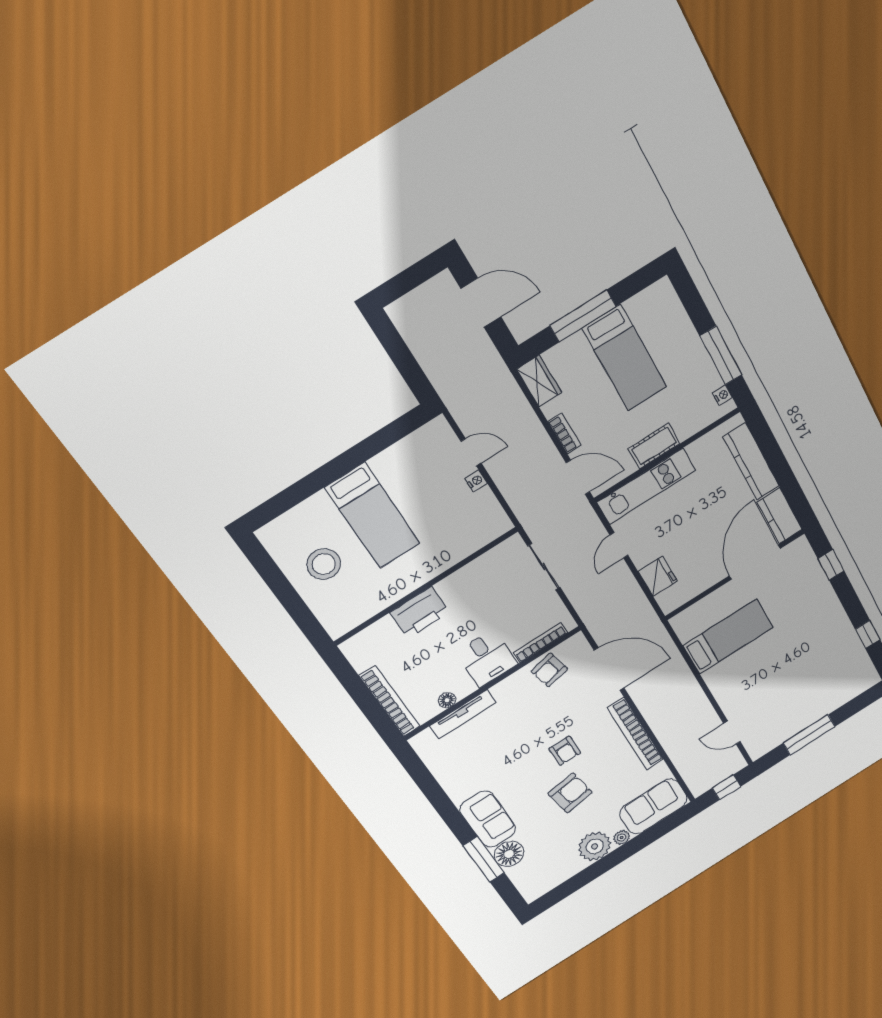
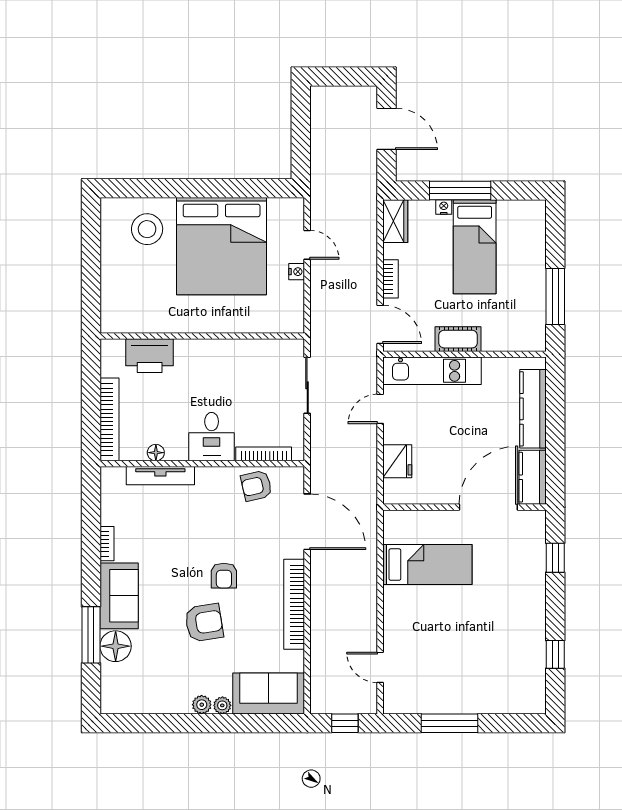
nightstand: (722, 395) -> (444, 207), moved, turned -90
bed: (373, 516) -> (222, 246), width x2.04
stool: (324, 564) -> (147, 229), moved
printer: (420, 612) -> (150, 356), moved
bookcase: (452, 790) -> (107, 544), added
plant: (595, 846) -> (202, 705), width x0.53, depth x0.53

